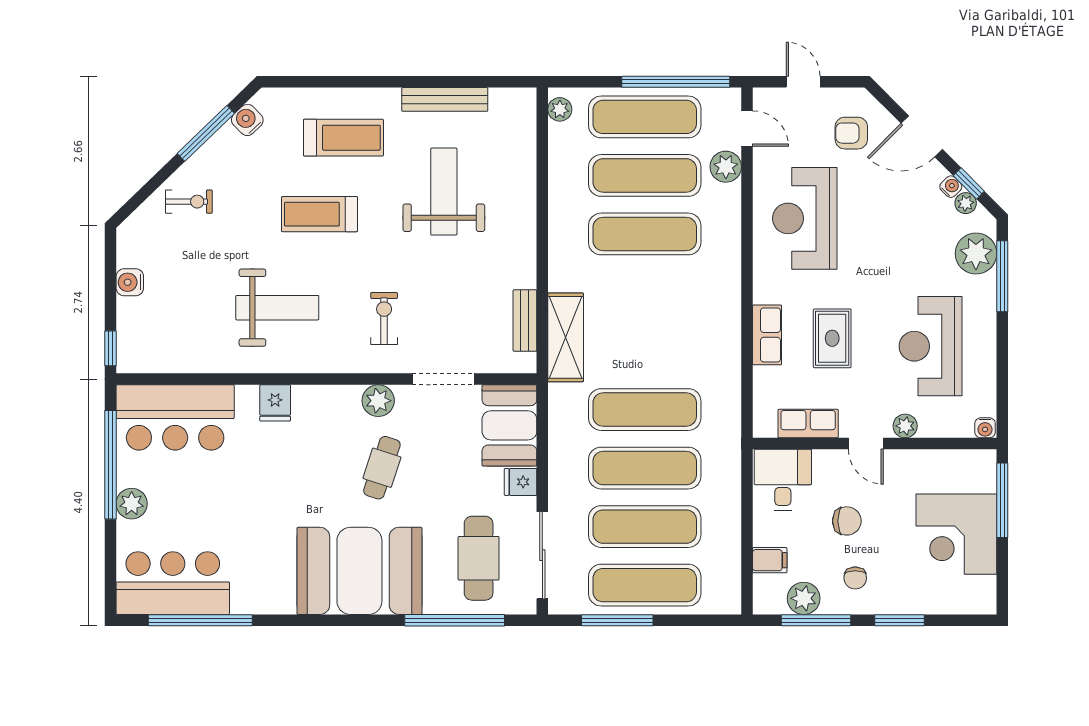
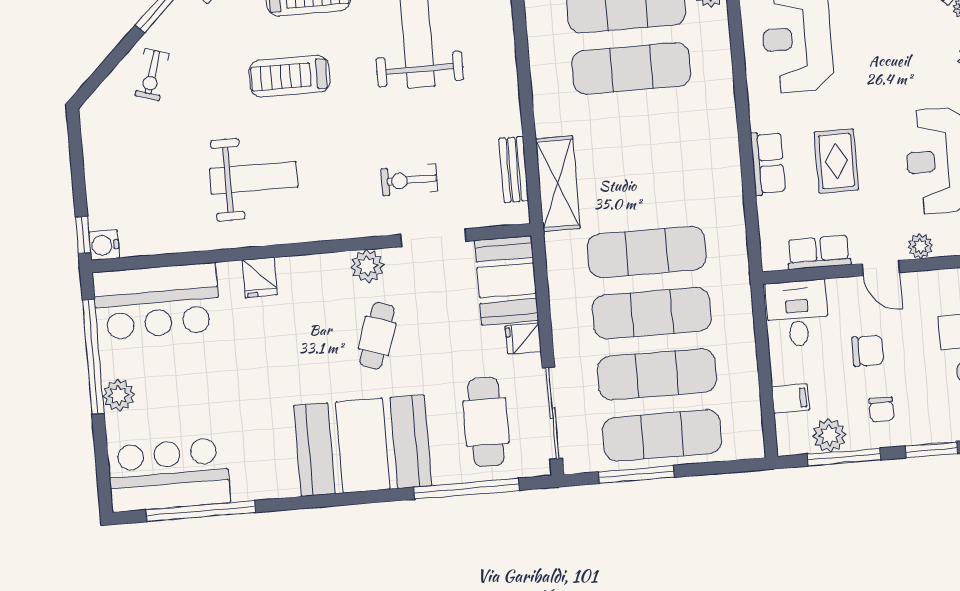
exercise bike: (189, 202) -> (152, 75), turned 107
water cooler: (130, 282) -> (104, 245), moved
exercise bike: (384, 318) -> (409, 180), moved, turned -90

